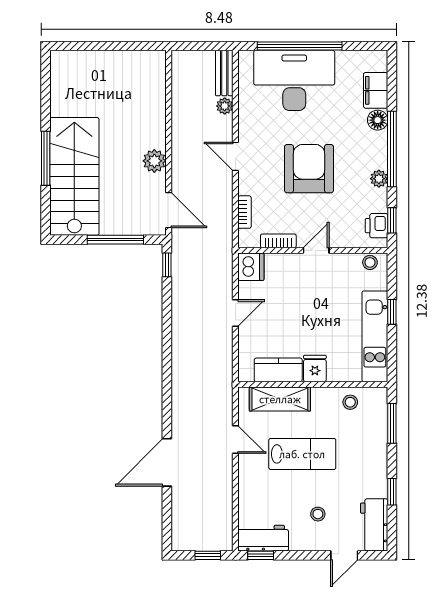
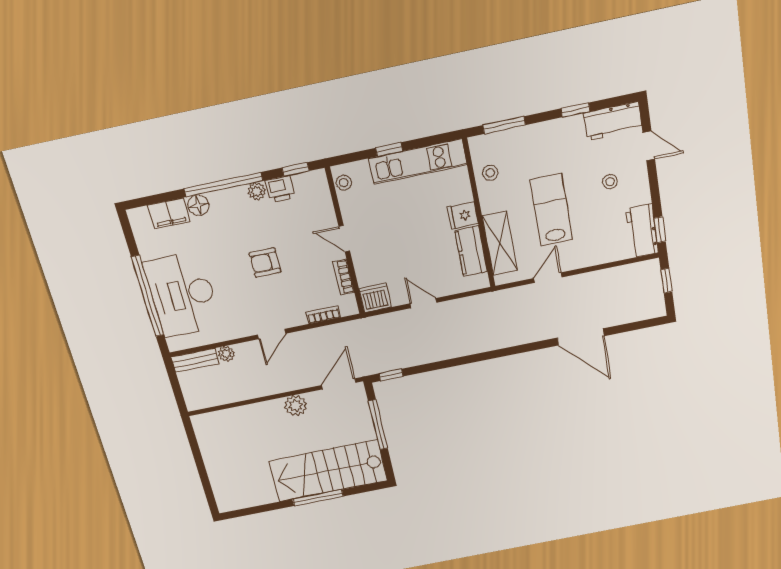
armchair: (309, 169) -> (265, 262), width x0.53, depth x0.53
printer: (377, 226) -> (280, 189), moved

